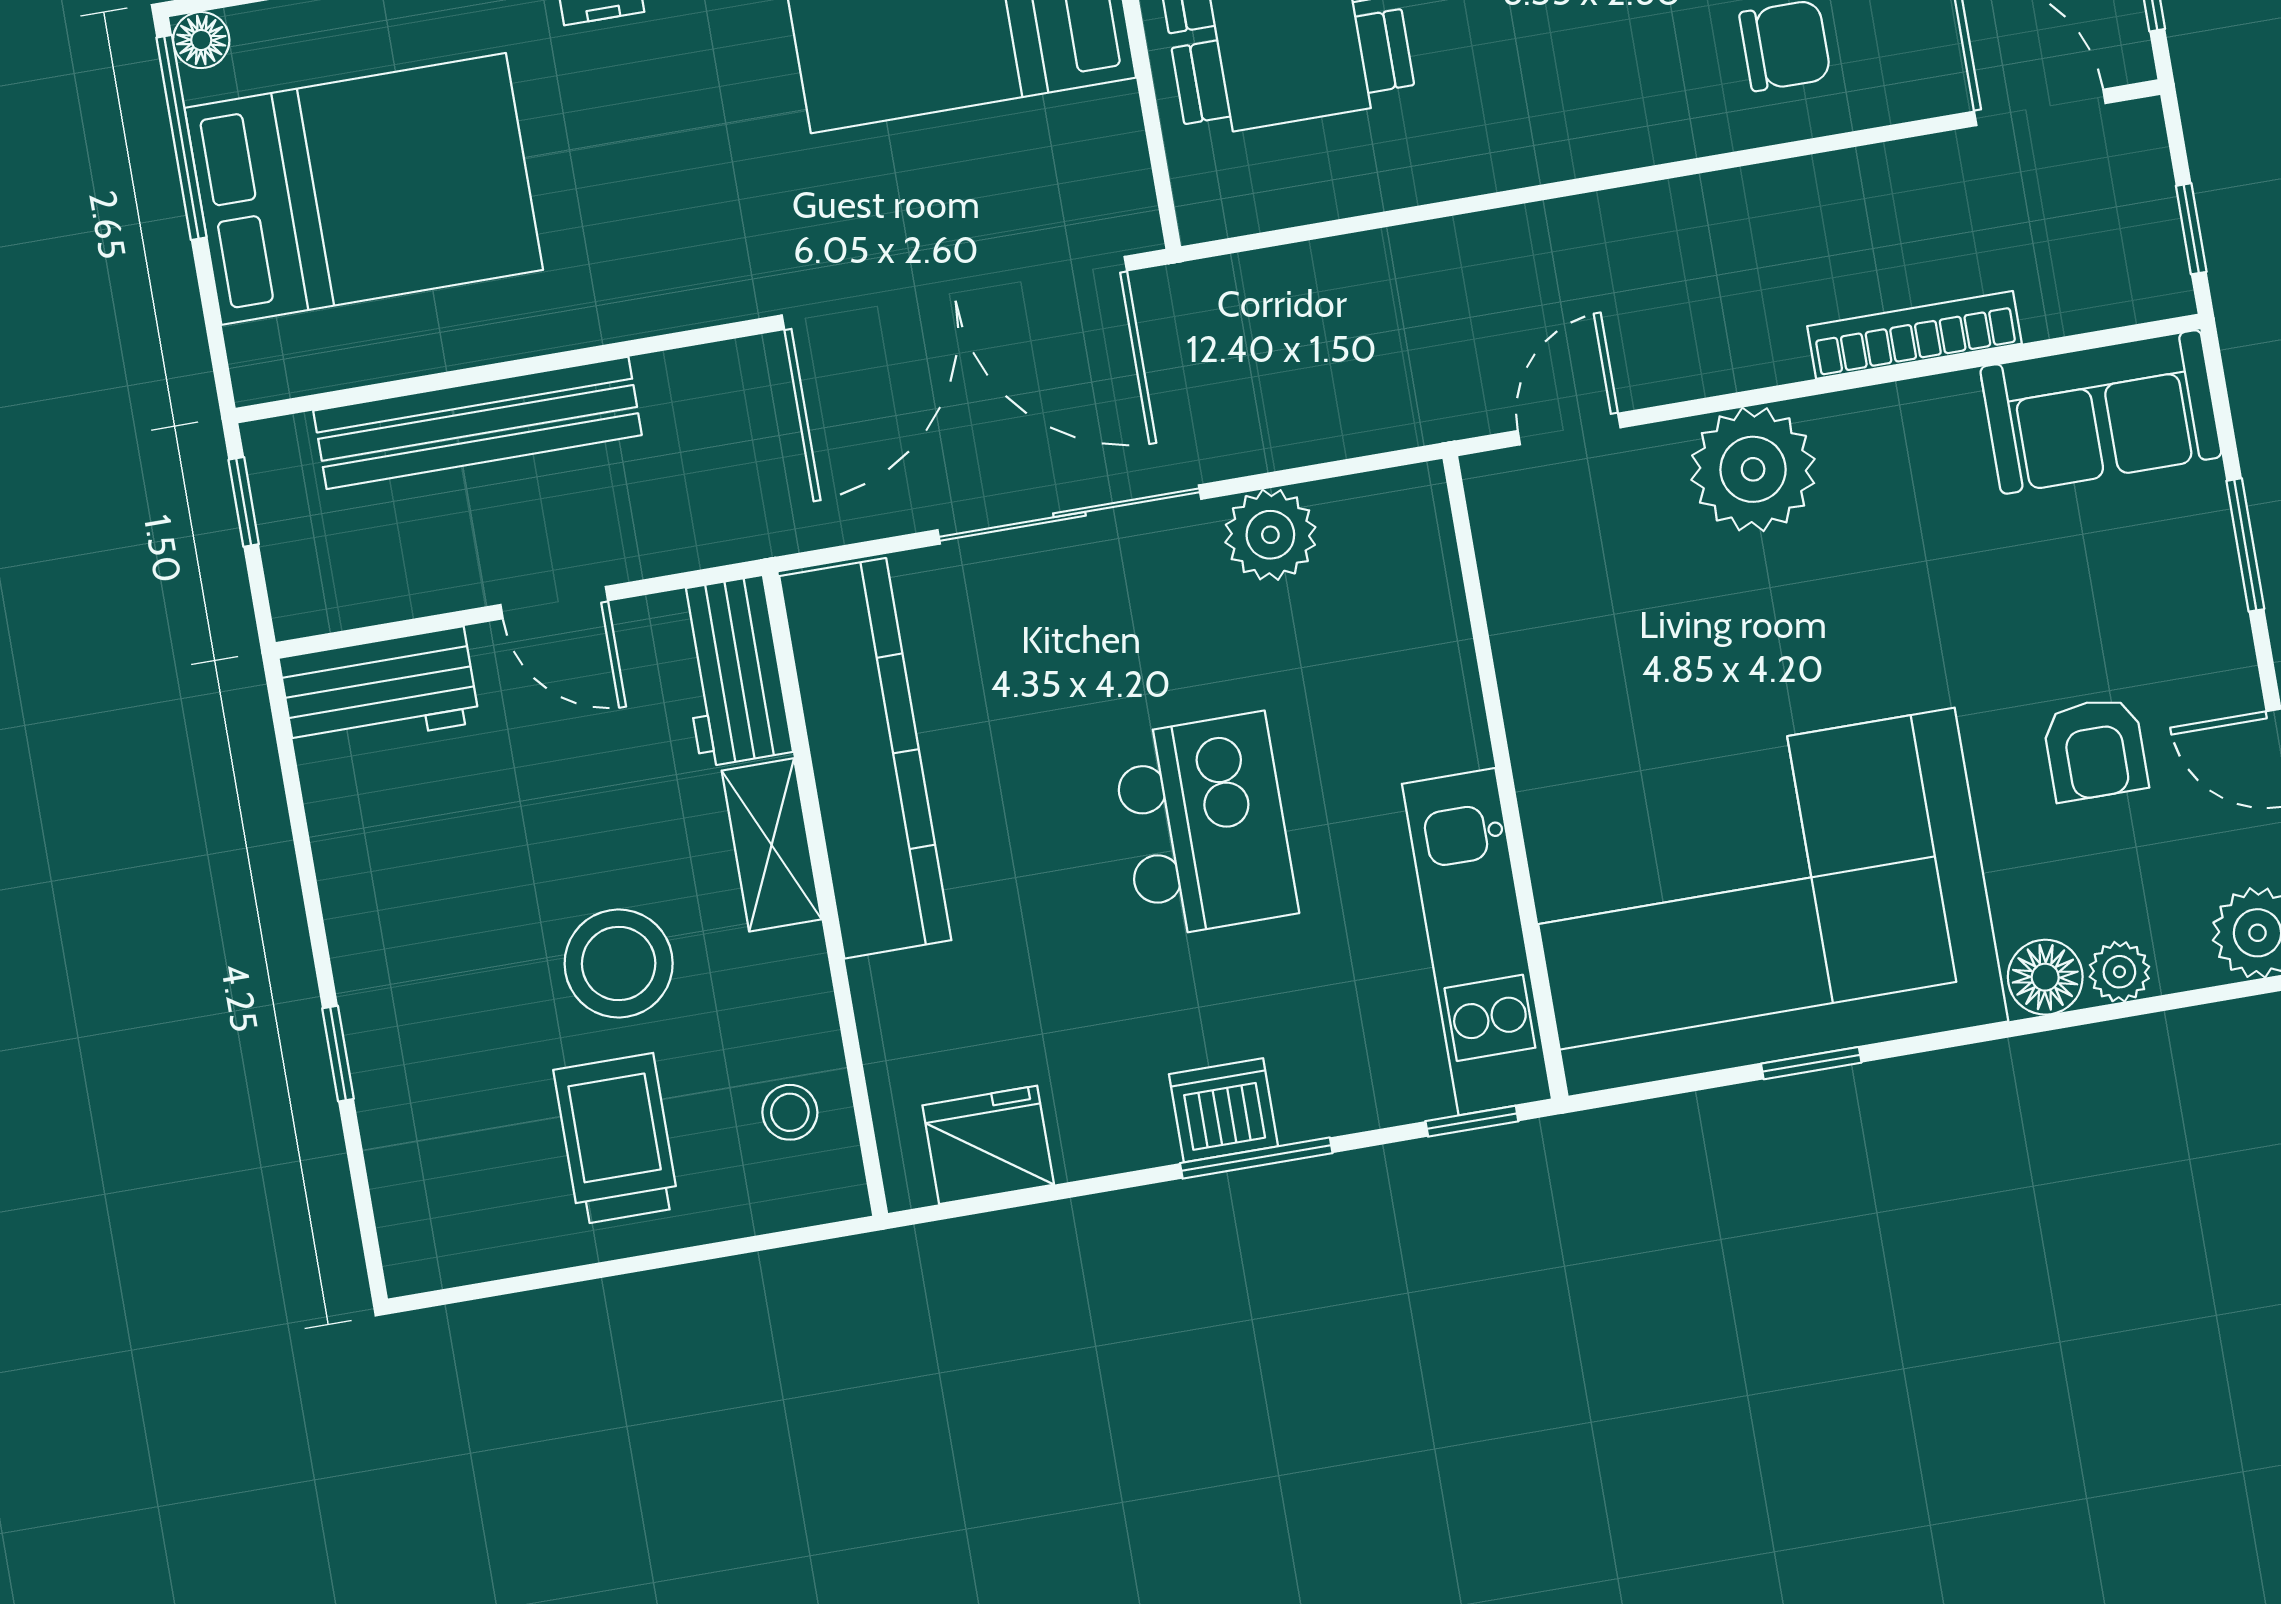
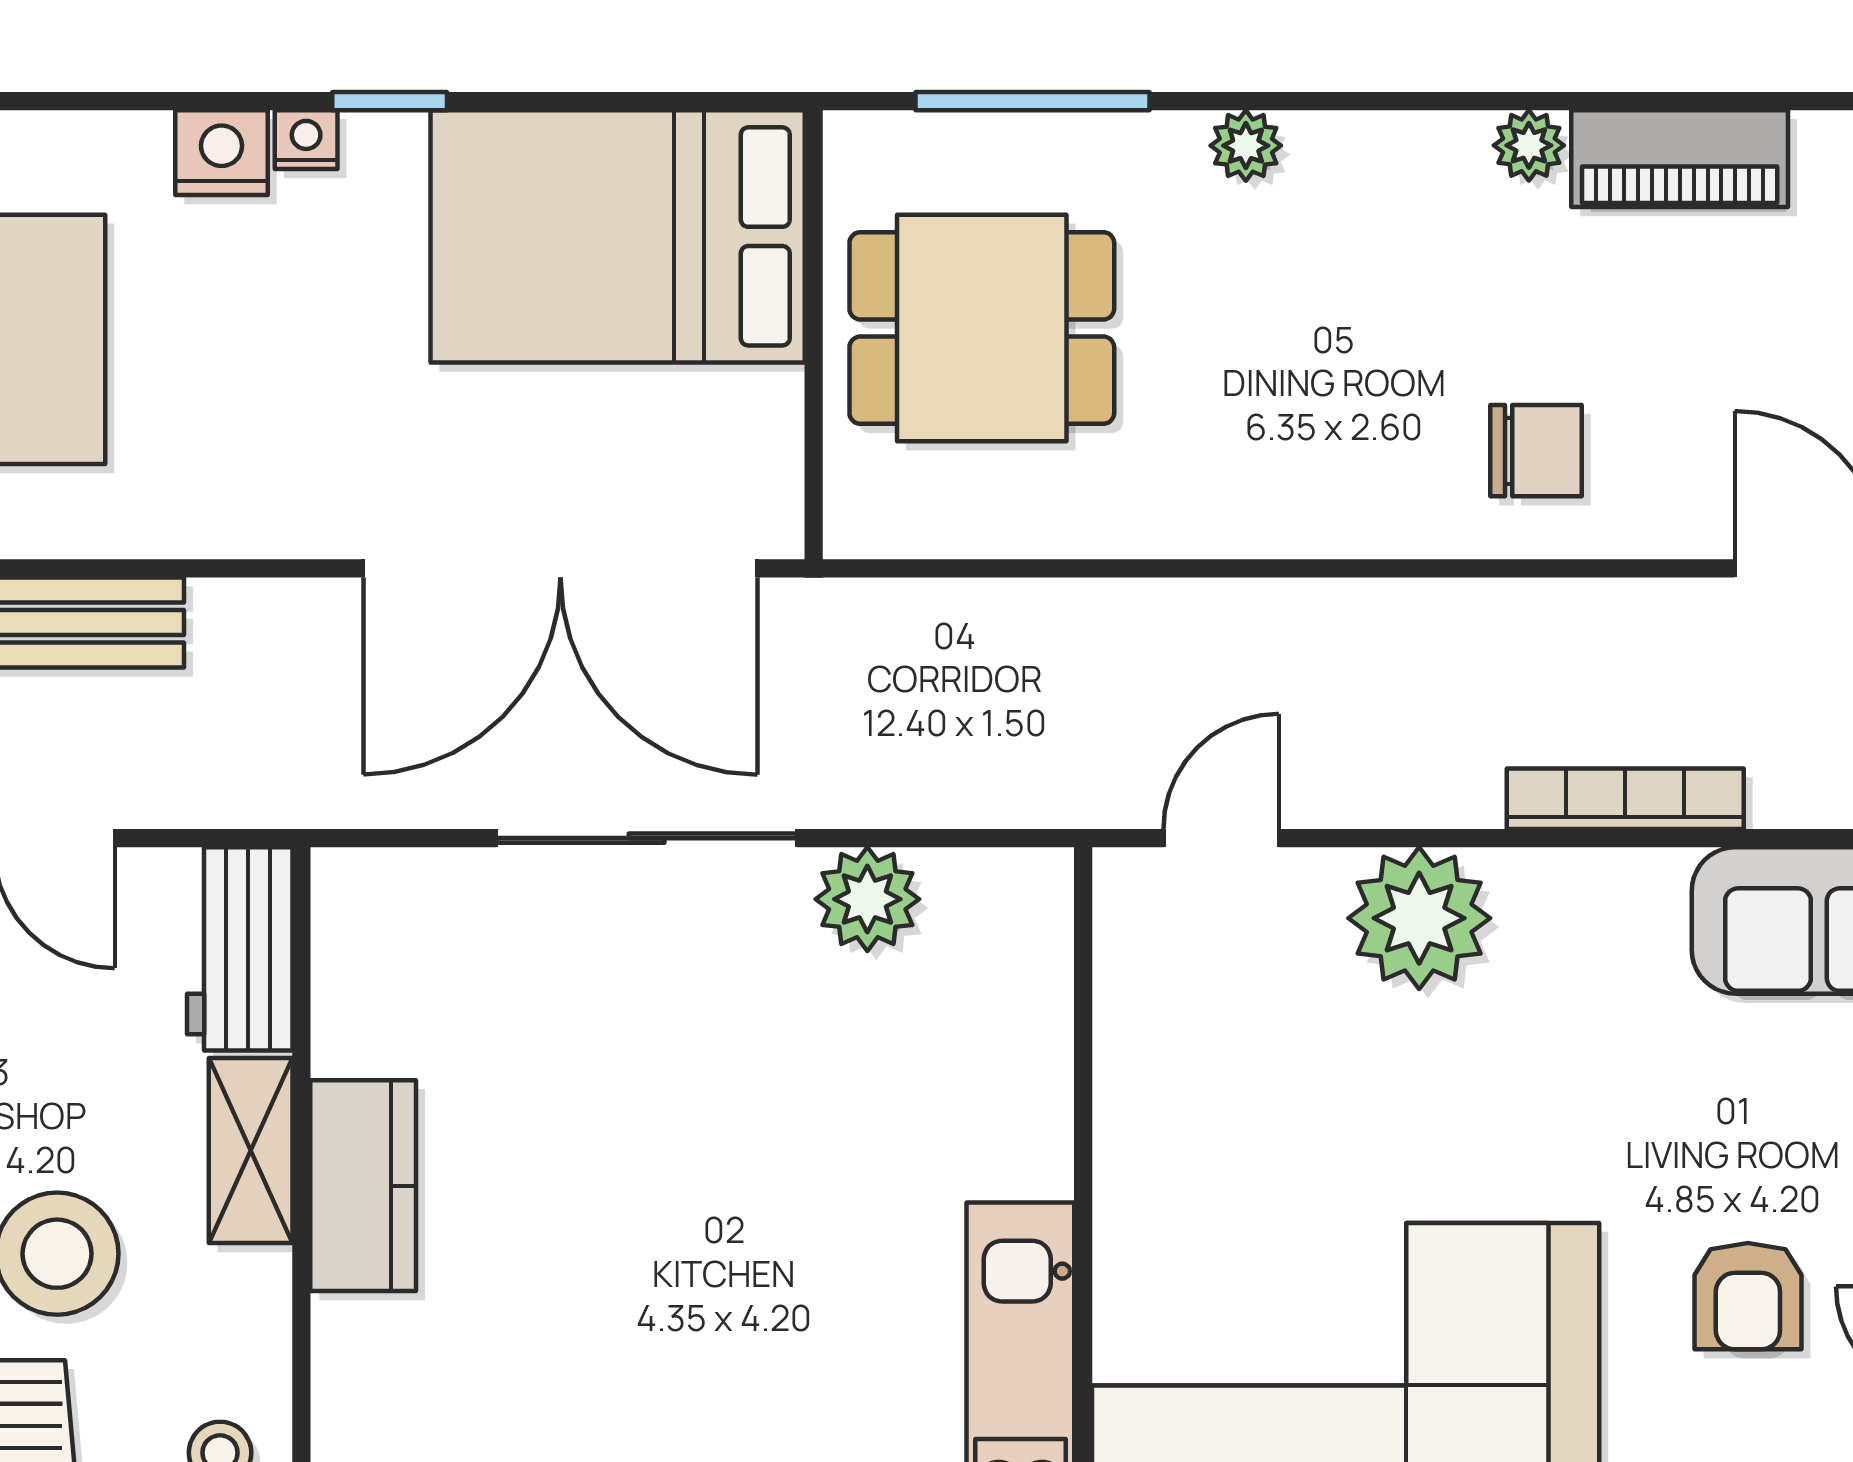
kitchen counter: (865, 758) -> (363, 1186), width x0.48, depth x0.86
kitchen island: (1204, 825) -> (738, 1211), removed

